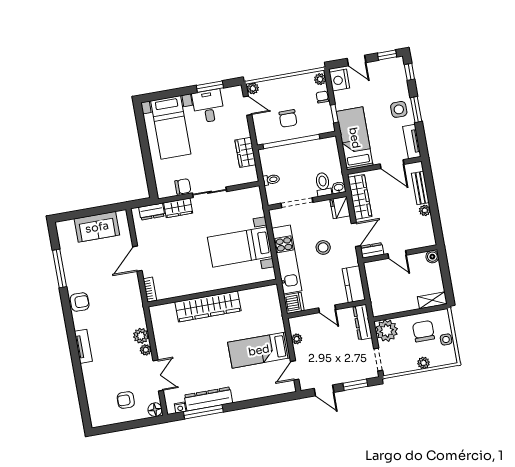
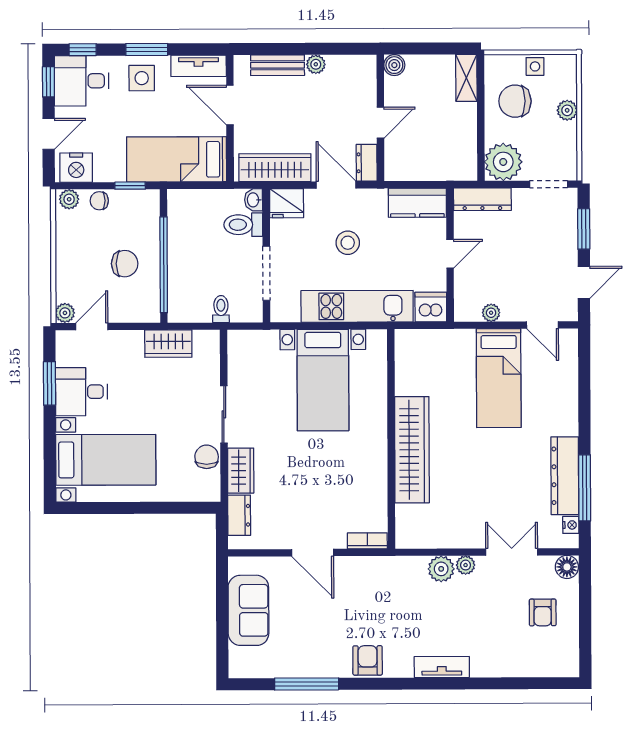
desk: (391, 74) -> (82, 81), added
door: (392, 164) -> (230, 105), swing flipped

